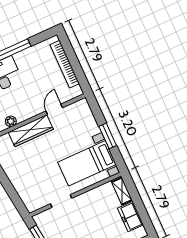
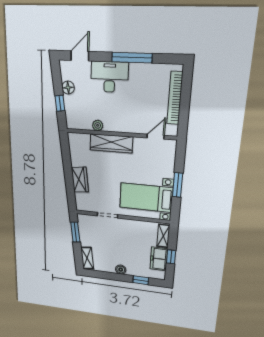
door: (54, 109) -> (156, 137), moved
wardrobe: (19, 181) -> (80, 180), added
window: (140, 208) -> (171, 257), added

